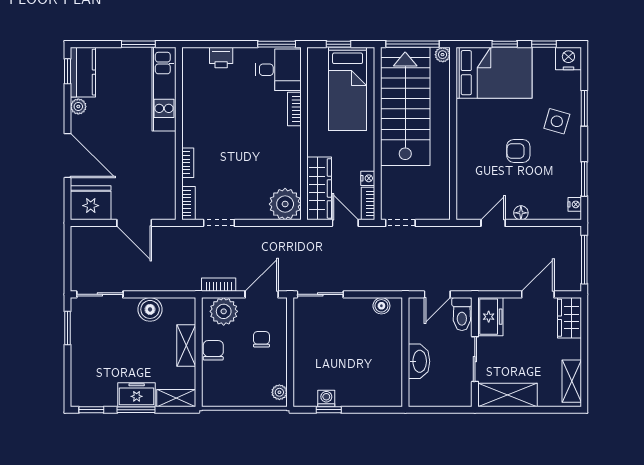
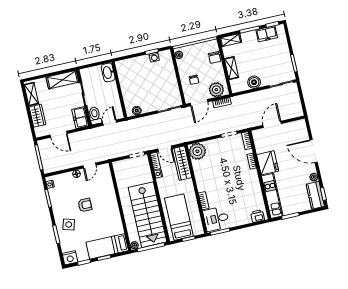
printer: (221, 57) -> (258, 216), moved
bed: (494, 73) -> (107, 246), width x0.67
fridge: (91, 203) -> (268, 163), moved, turned -90
door: (134, 223) -> (272, 124), hinge flipped
door: (538, 294) -> (59, 134), hinge flipped
wardrobe: (569, 318) -> (37, 116), moved
chair: (213, 350) -> (215, 57), moved
washbasin: (419, 361) -> (108, 72), moved
freezer: (137, 395) -> (267, 34), moved

